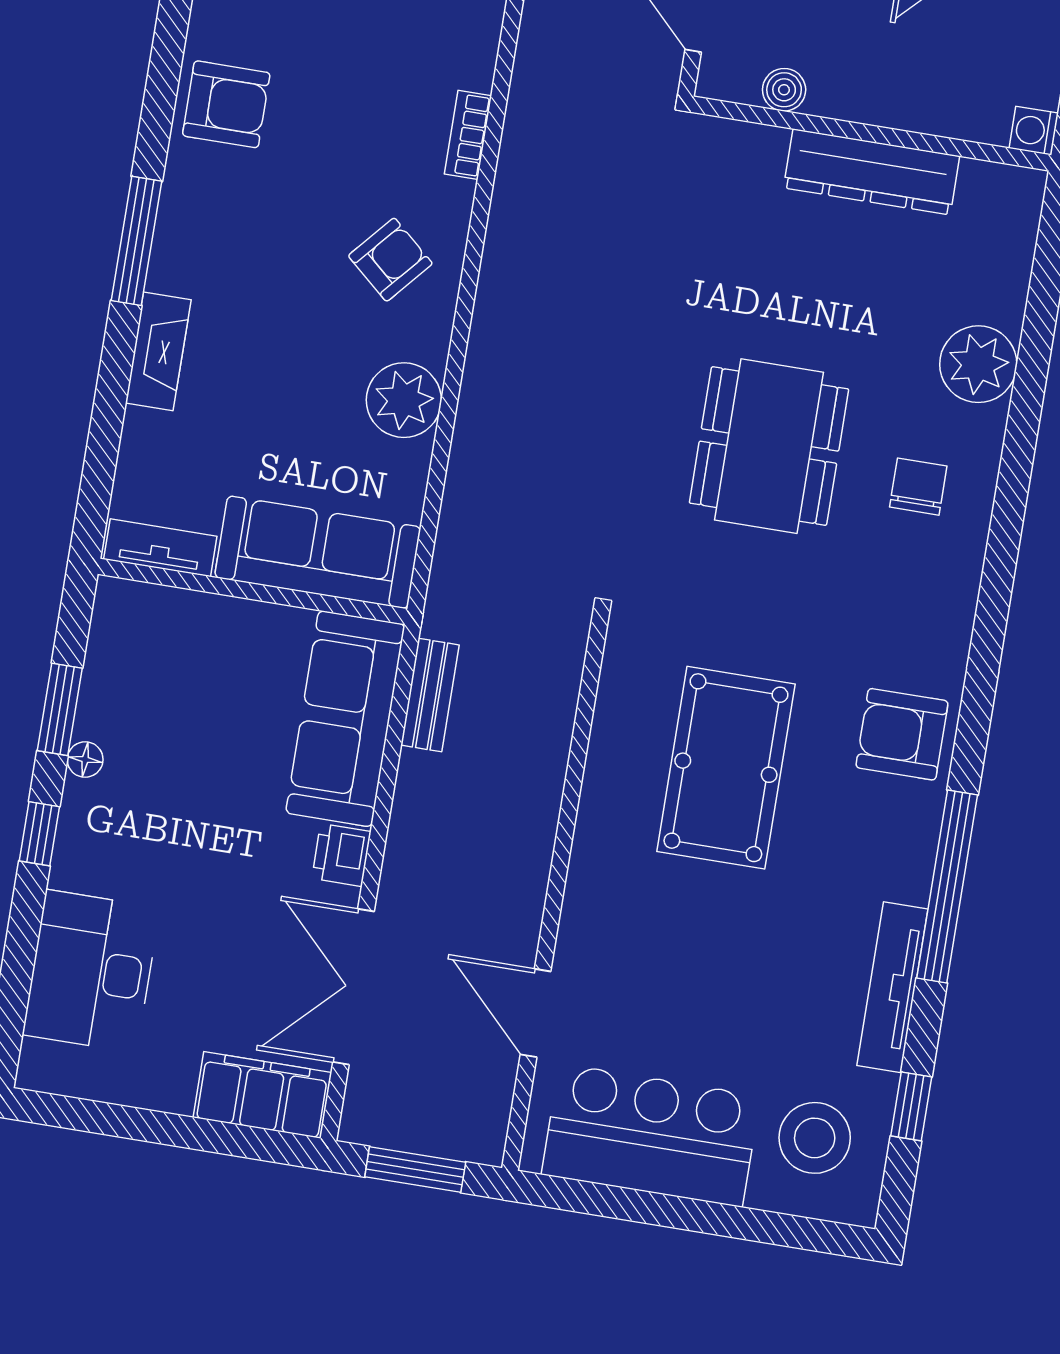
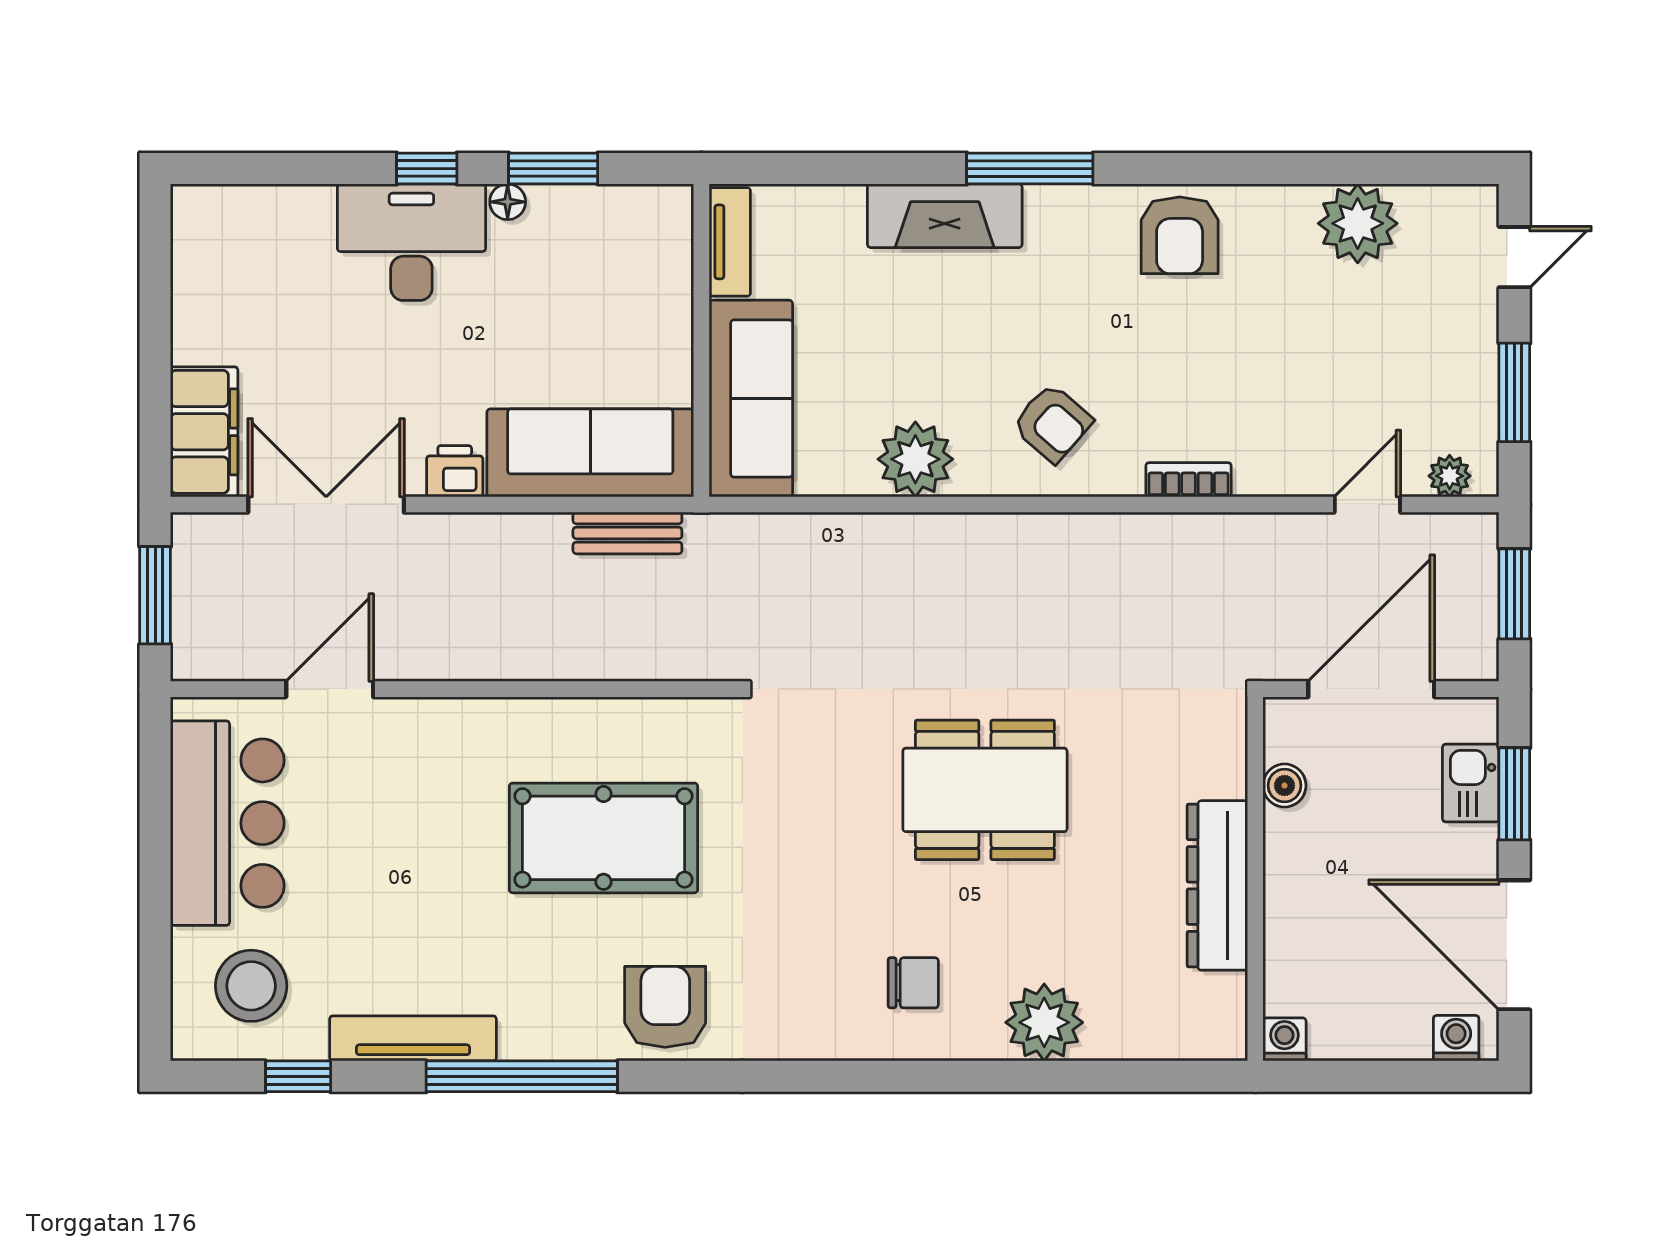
fireplace: (158, 351) -> (945, 216), width x1.37, depth x1.32
dining table: (769, 446) -> (985, 790), moved
desk: (91, 971) -> (411, 242), moved

